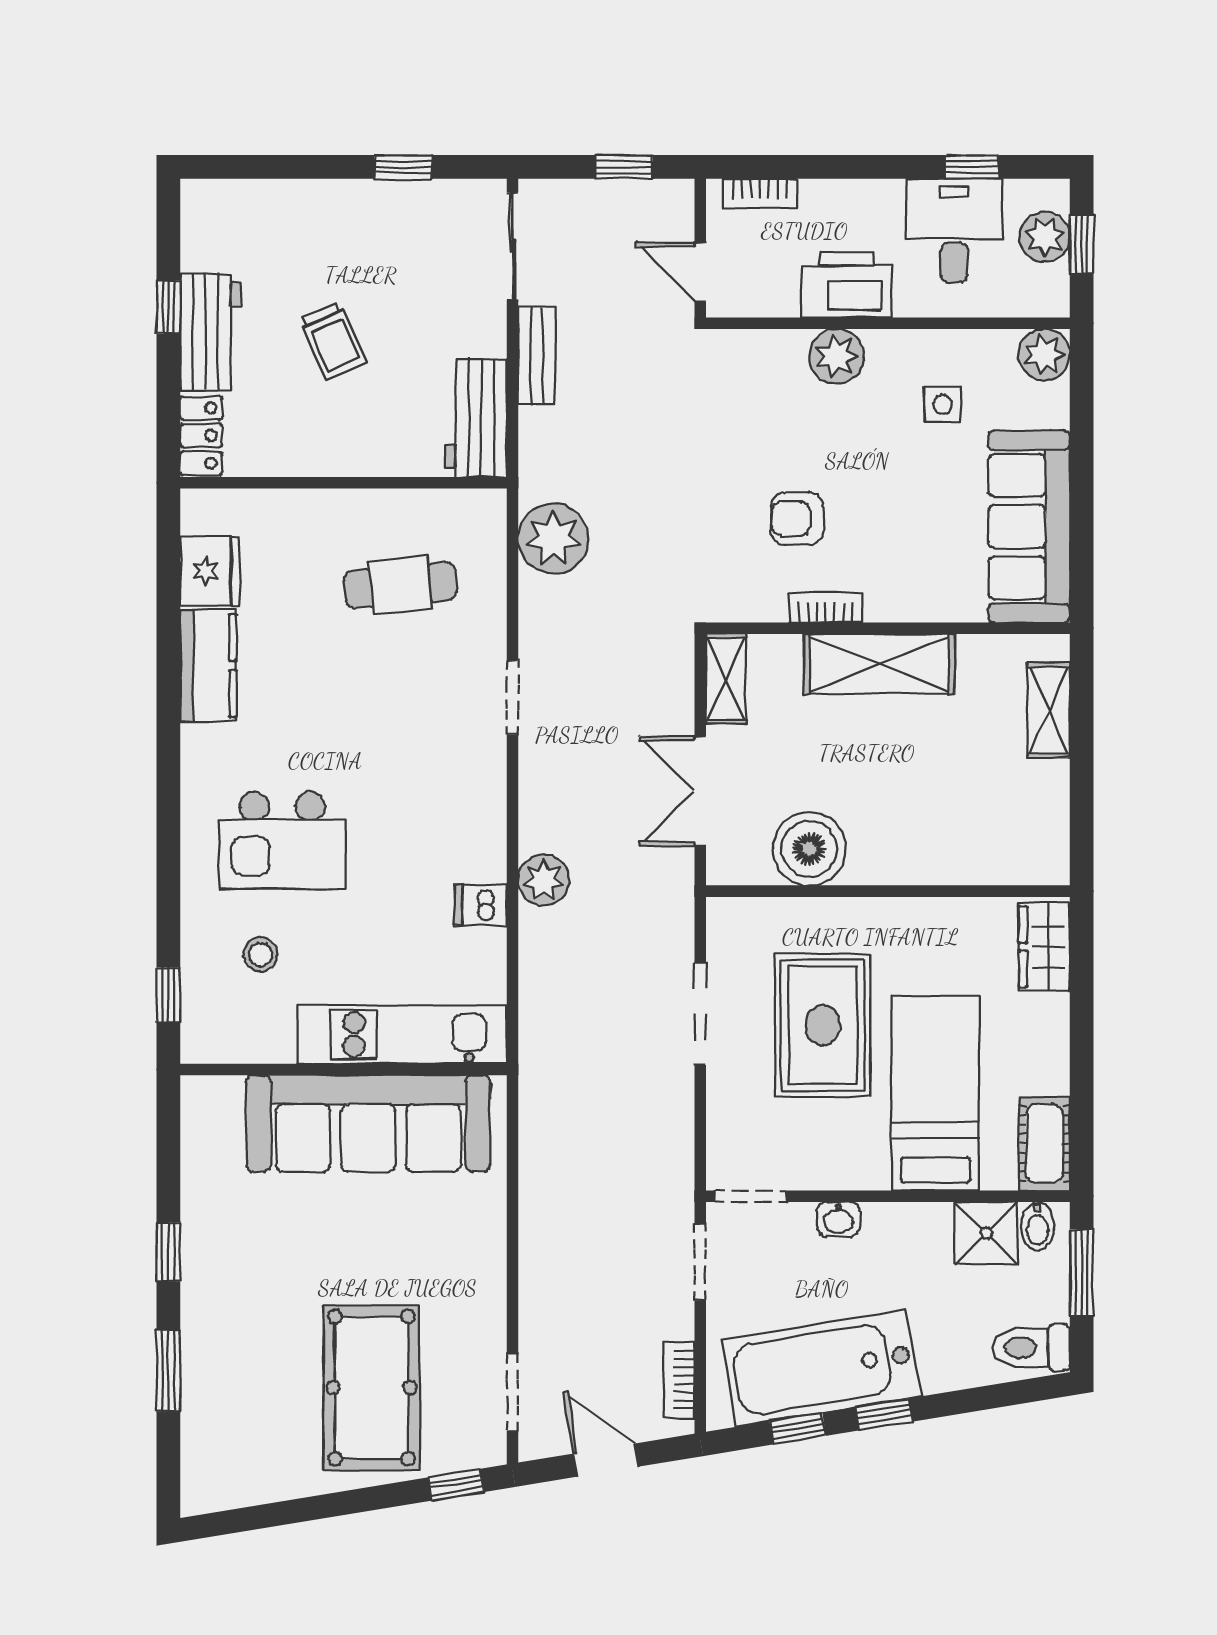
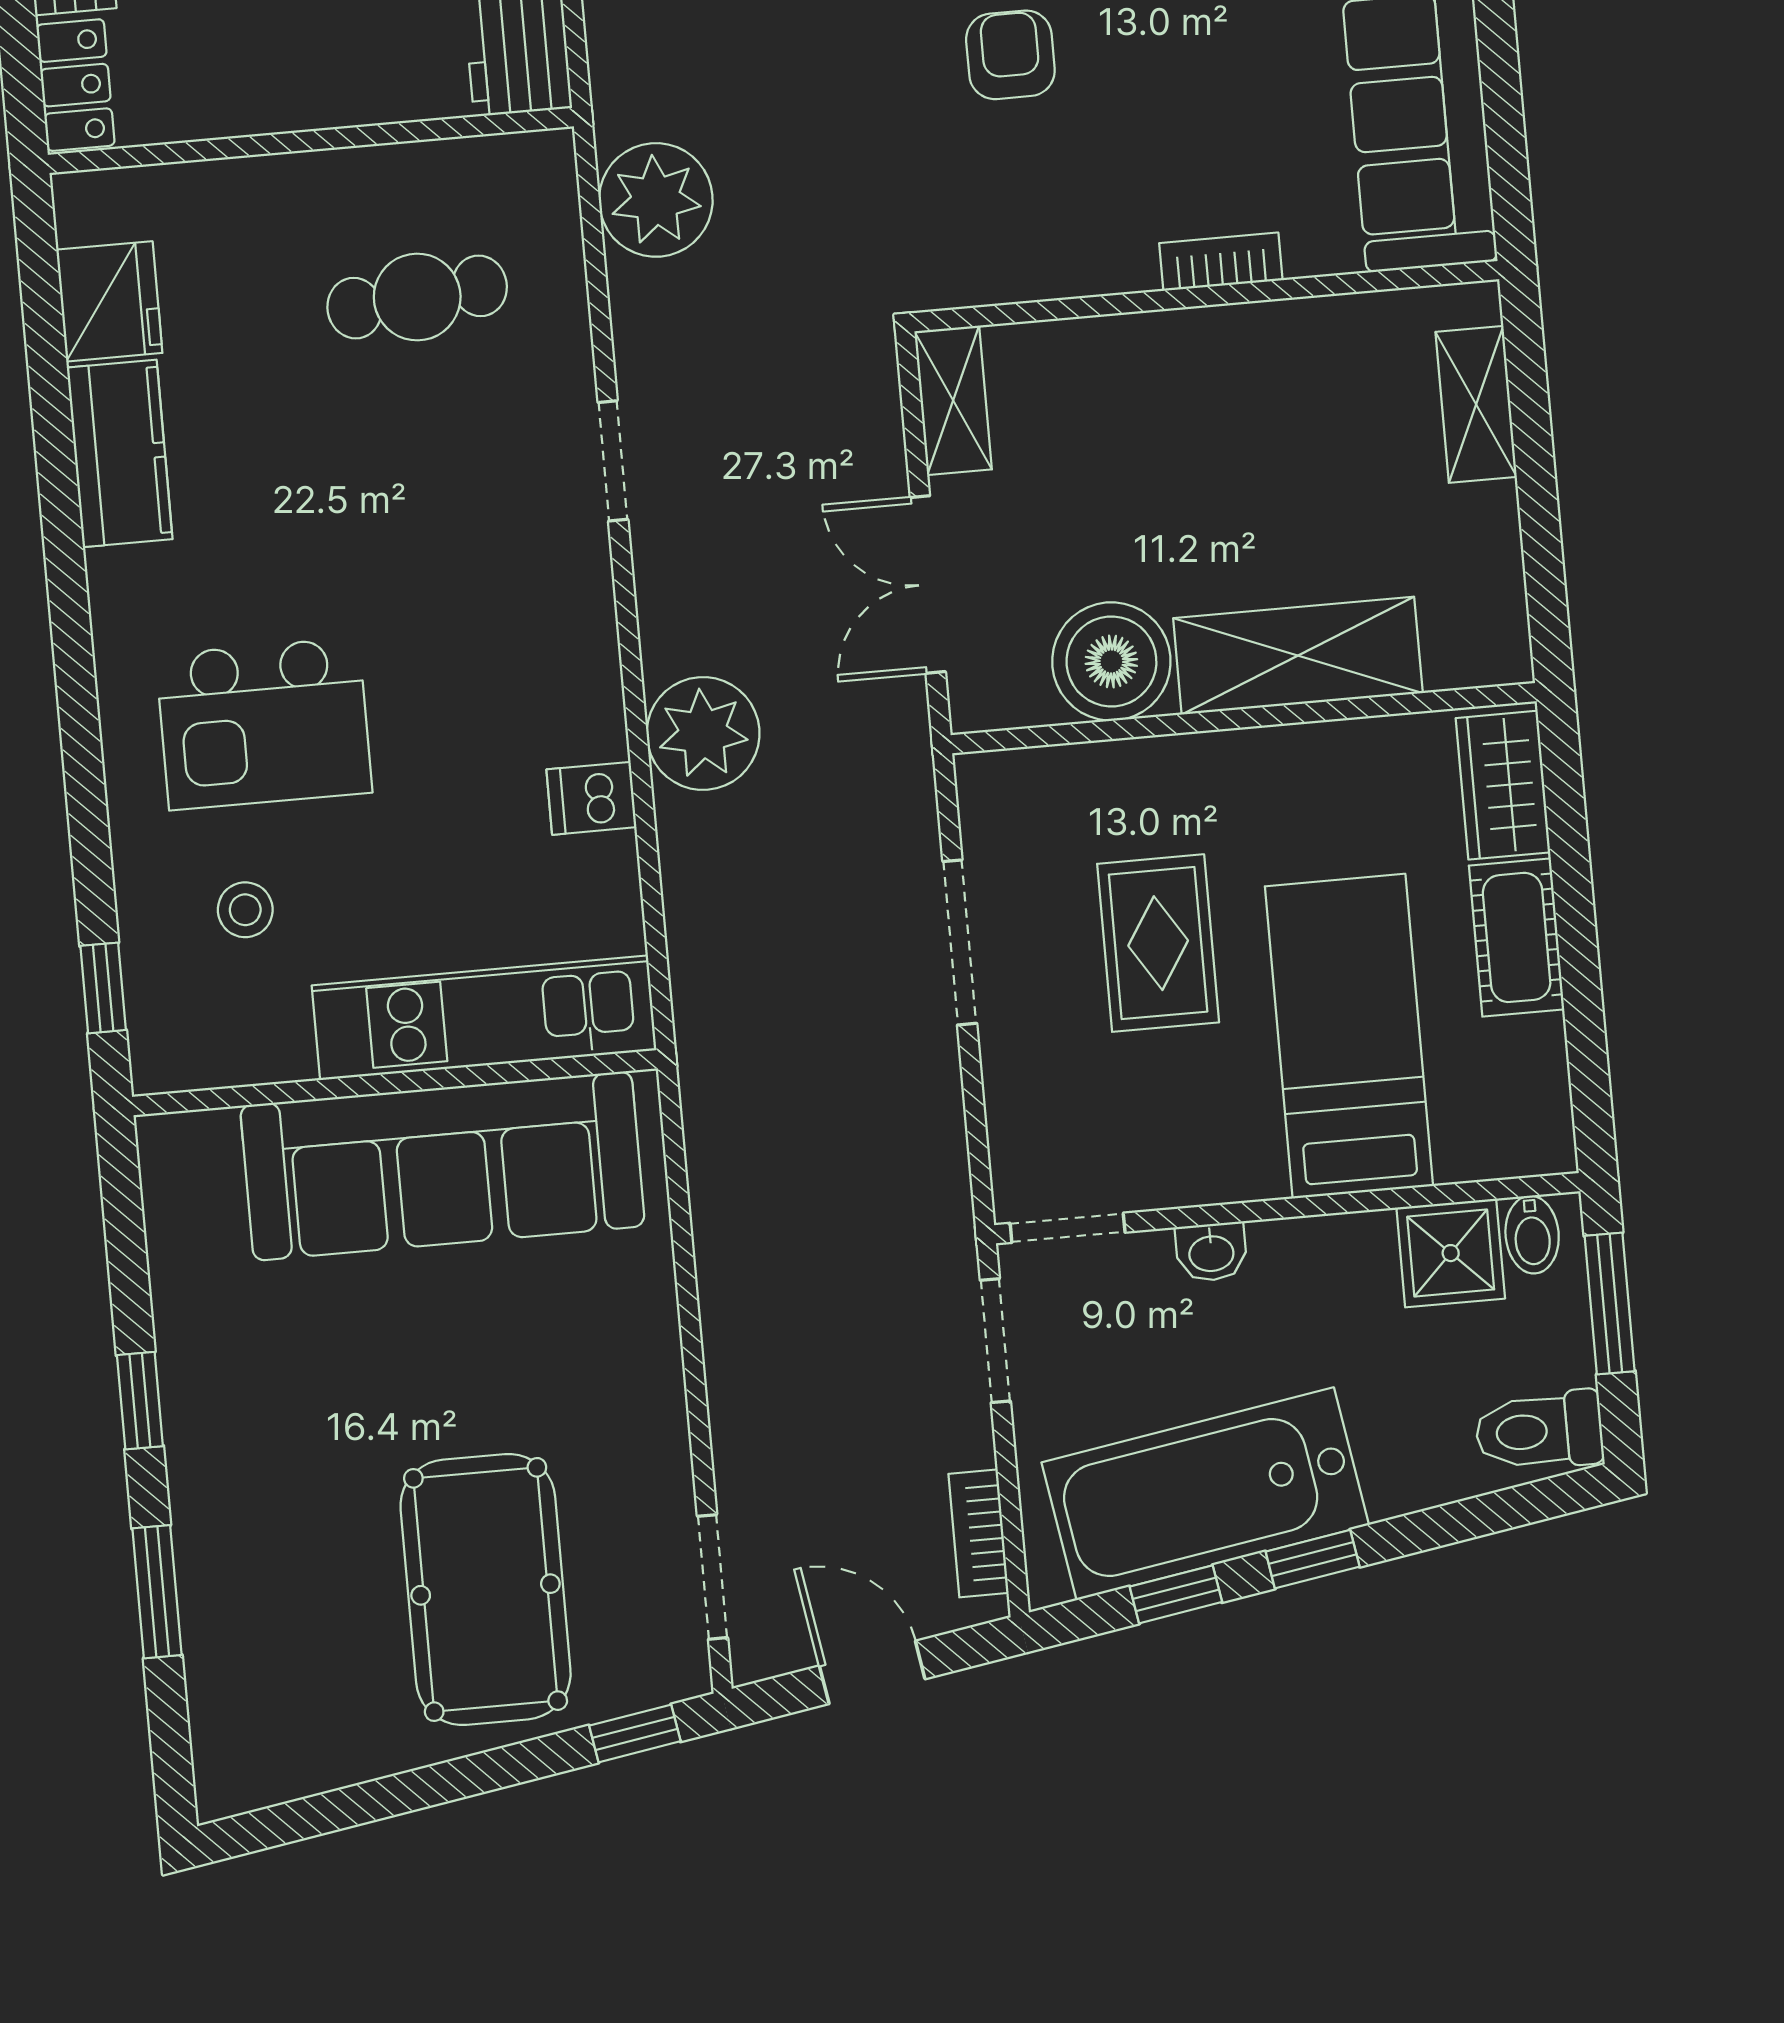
armchair: (797, 519) -> (1010, 55), moved, turned 90
bookcase: (826, 608) -> (1221, 262), moved
shelving: (879, 664) -> (1298, 656), moved
plant: (544, 880) -> (703, 733), width x1.36, depth x1.36
rug: (823, 1025) -> (1158, 943), width x0.73, depth x0.70
cot: (1044, 1144) -> (1517, 937), moved

